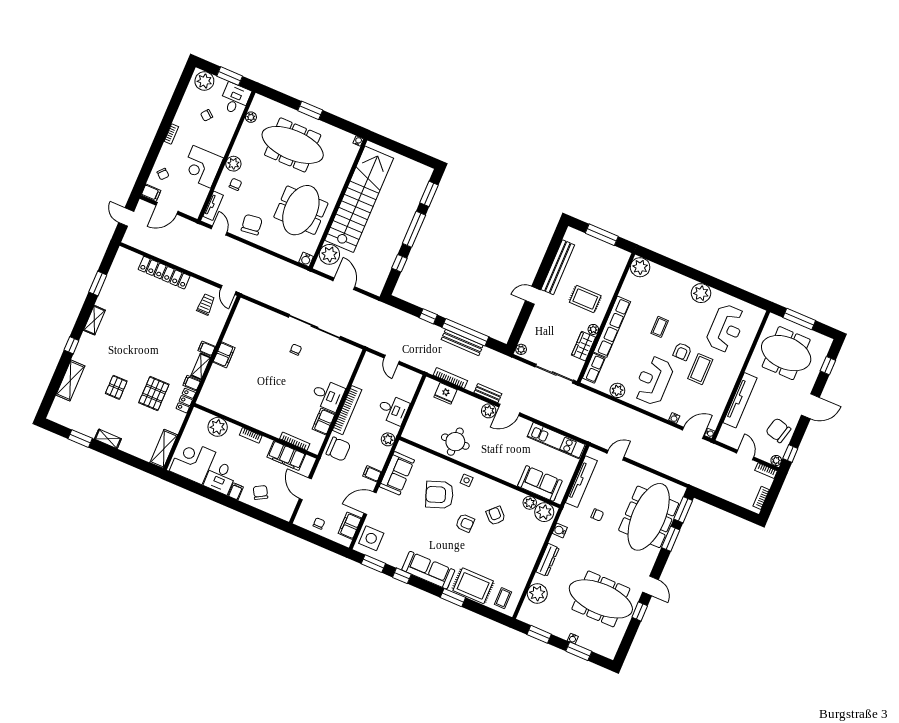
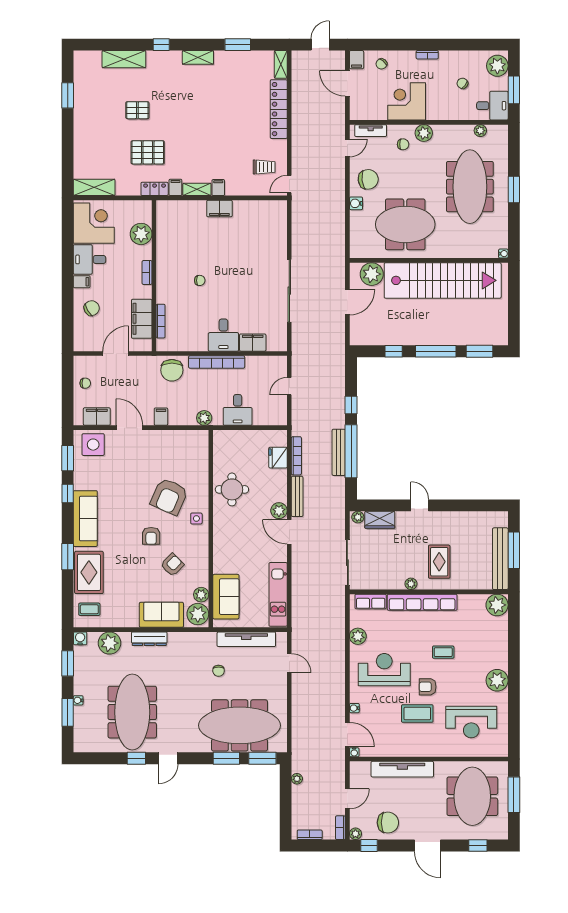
water cooler: (306, 259) -> (356, 203), moved
bench: (558, 267) -> (500, 559), moved, turned 90
wardrobe: (584, 346) -> (380, 520), moved, turned 180
chair: (296, 350) -> (200, 280), moved
bench: (488, 393) -> (297, 496), width x1.36
filing cabinet: (324, 421) -> (253, 343), moved
chair: (778, 430) -> (388, 823), turned 75
shelving: (108, 439) -> (281, 64), moved
sofa: (397, 473) -> (161, 615), moved, turned 180
plant: (711, 489) -> (297, 779), added
armchair: (439, 495) -> (169, 497), turned -136
water cooler: (560, 530) -> (80, 638), moved

